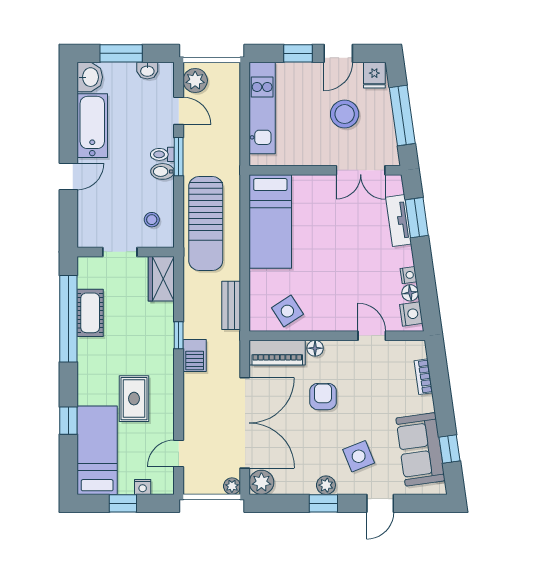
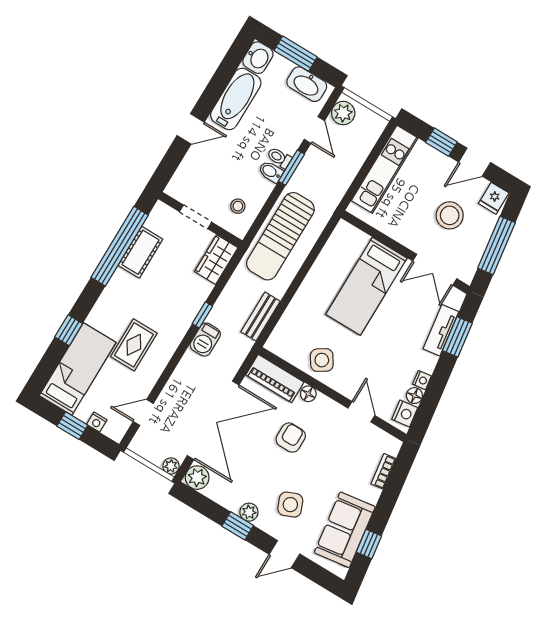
washbasin: (147, 71) -> (307, 84), width x1.91, depth x1.45
bed: (270, 222) -> (366, 286), moved
side table: (287, 311) -> (322, 360), moved

